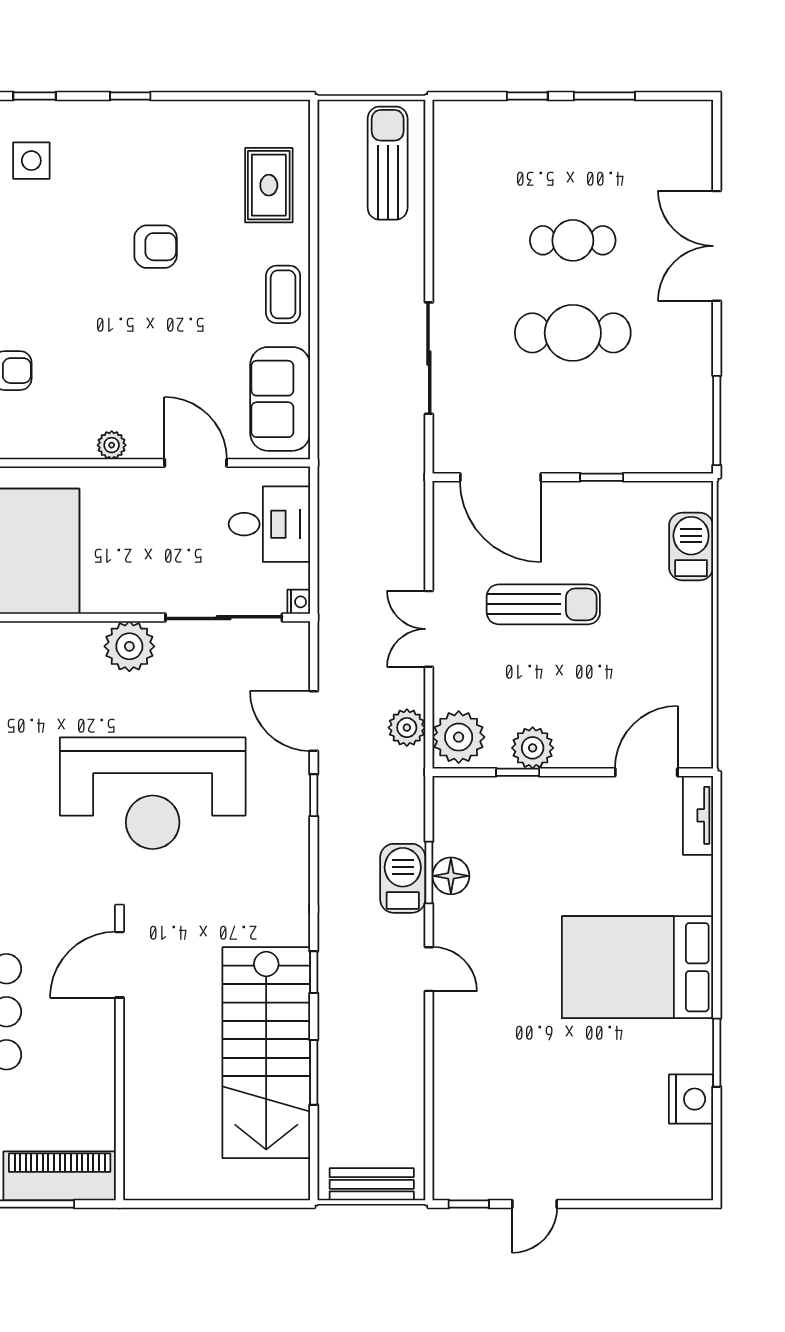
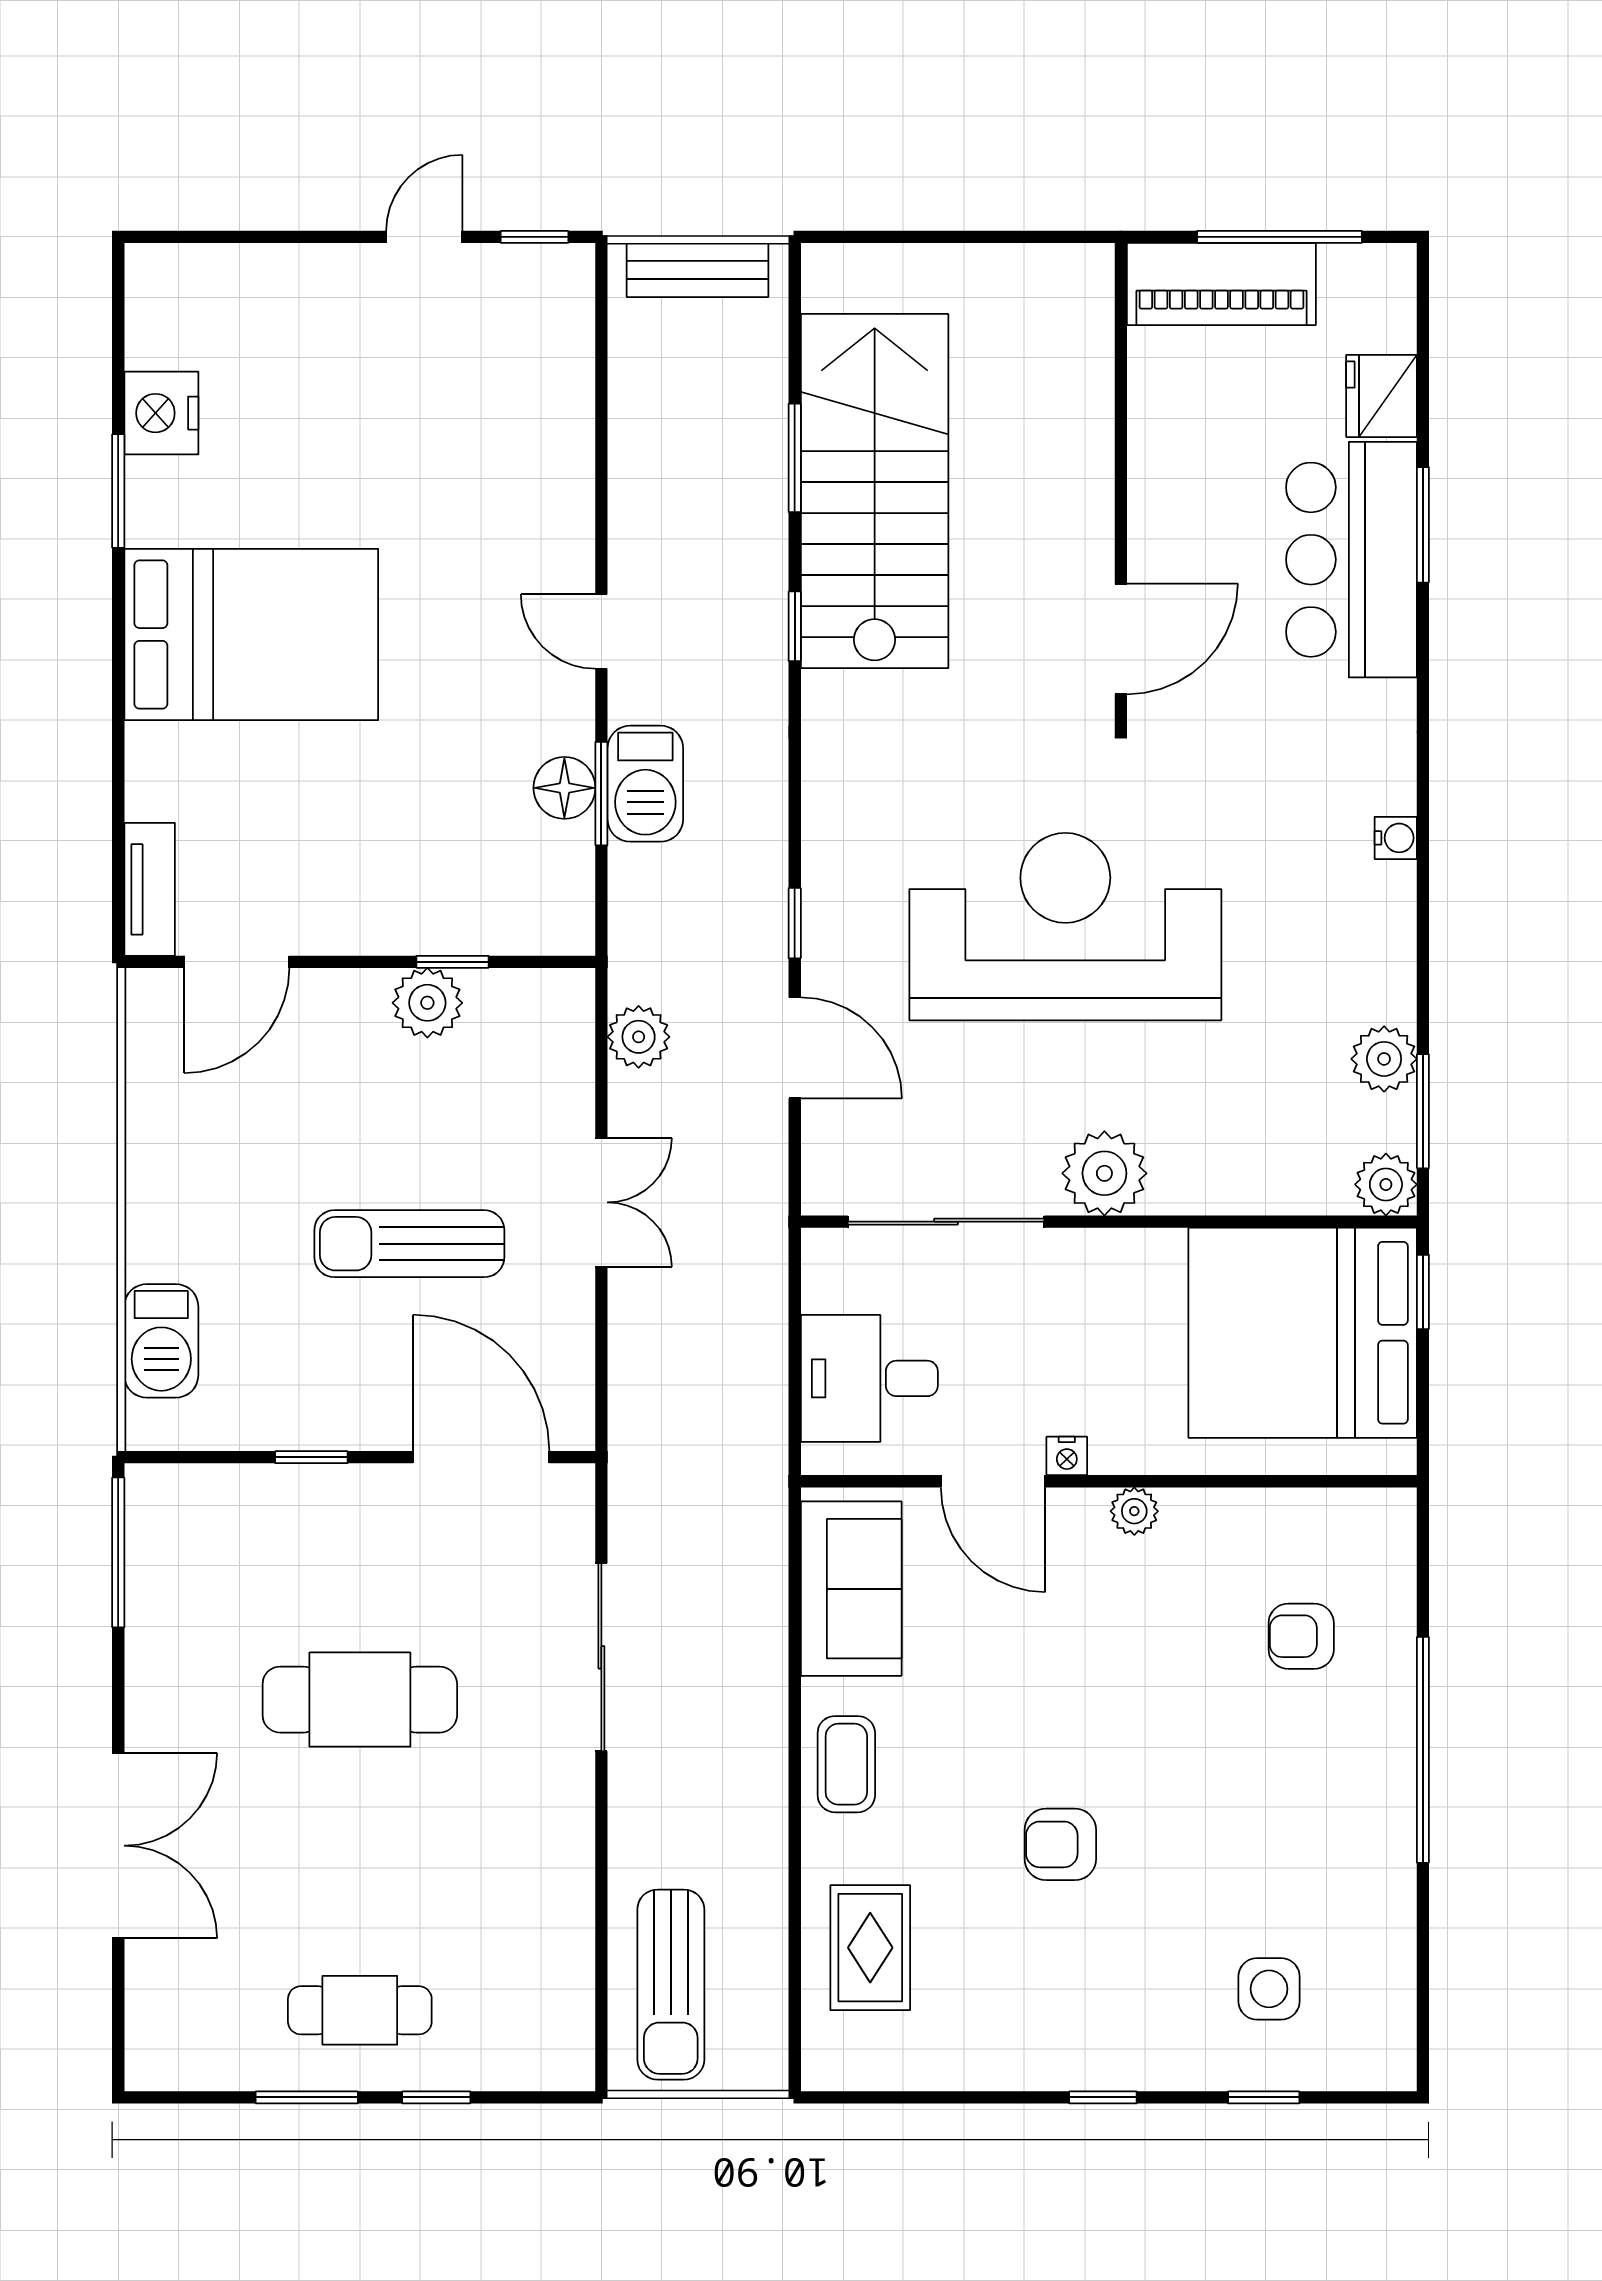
cafe table: (573, 240) -> (360, 2010), moved
nightstand: (299, 602) -> (1067, 1456), moved, turned -90
plant: (459, 737) -> (552, 1021), removed

